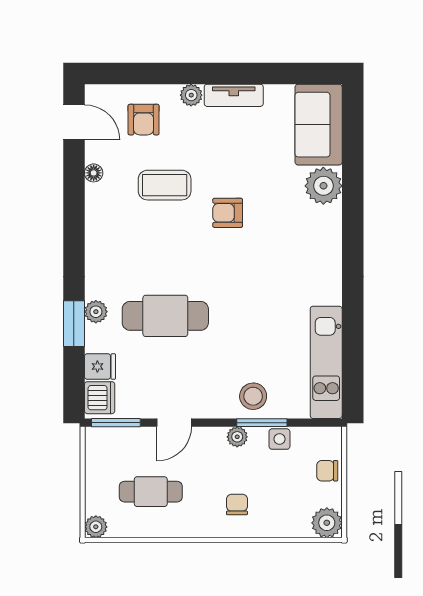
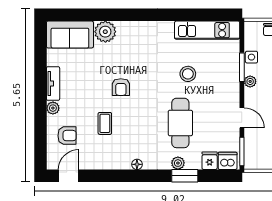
floor lamp: (94, 173) -> (137, 164), moved
coffee table: (165, 185) -> (105, 123), width x0.73, depth x0.77
stool: (253, 396) -> (188, 74), moved

